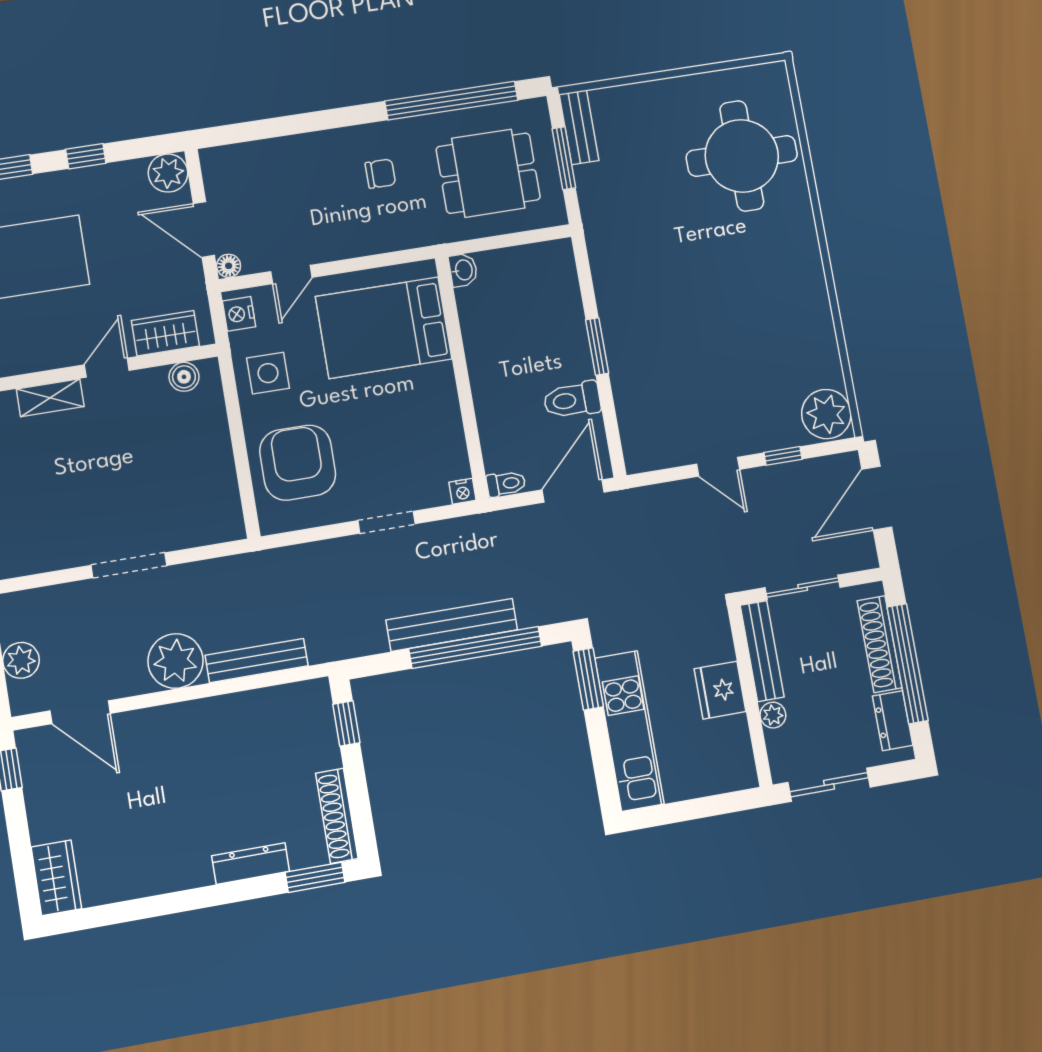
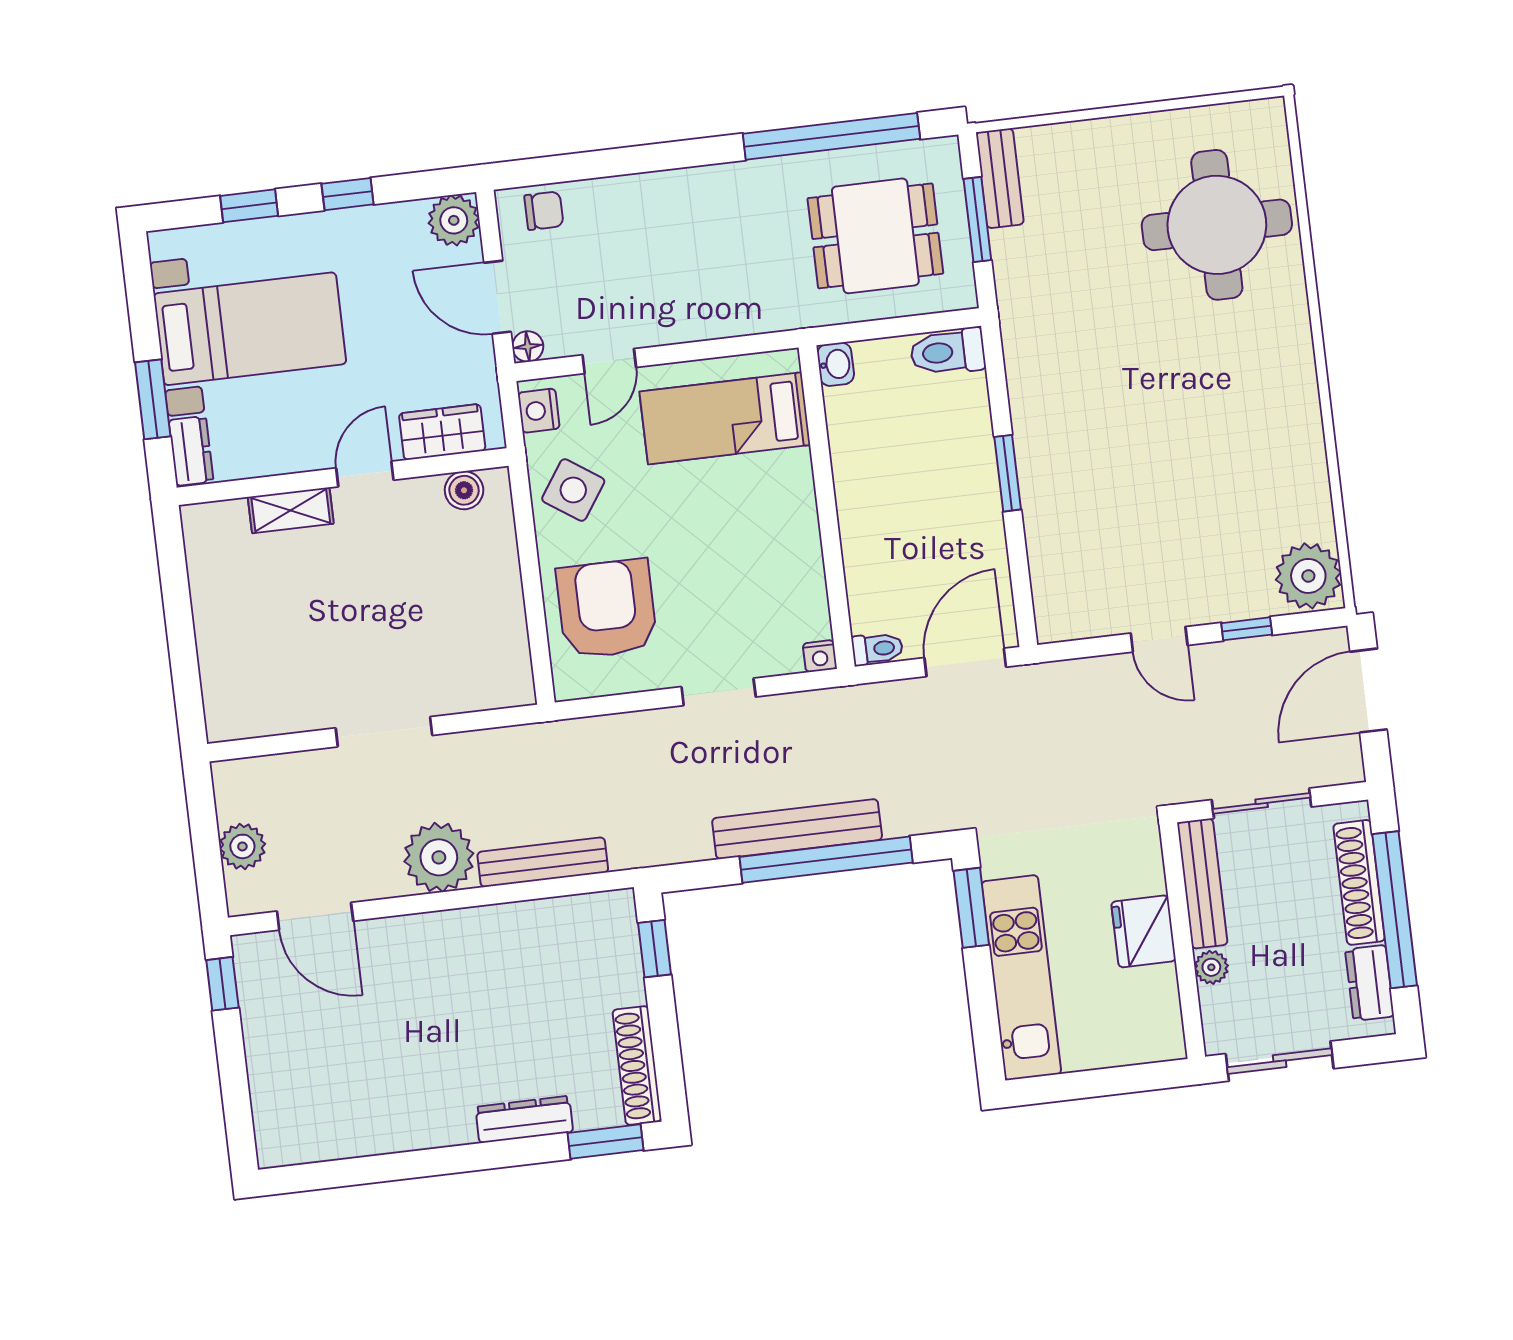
chair: (380, 174) -> (544, 211), moved
bed: (384, 328) -> (725, 418), width x0.67
side table: (268, 373) -> (573, 490), turned 34
toilet: (572, 400) -> (948, 352), moved
wardrobe: (56, 878) -> (278, 1123), removed

